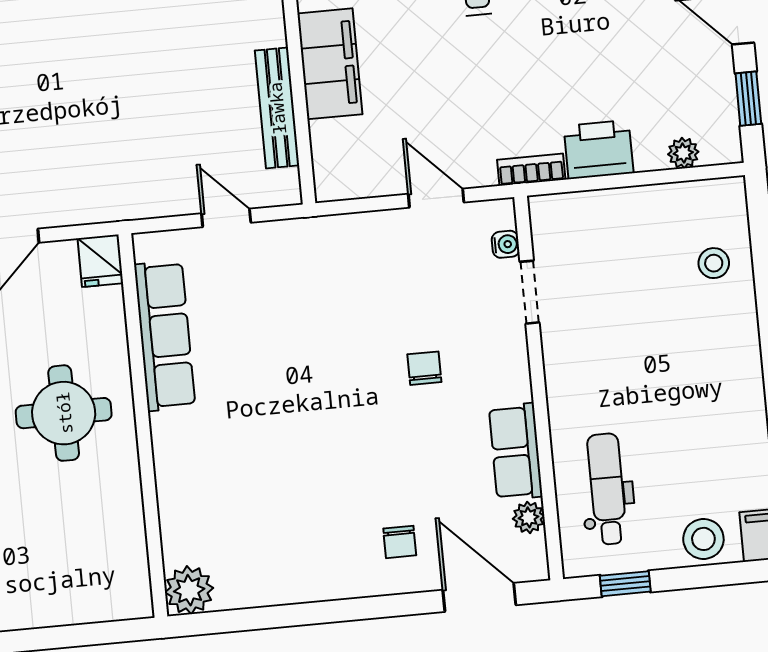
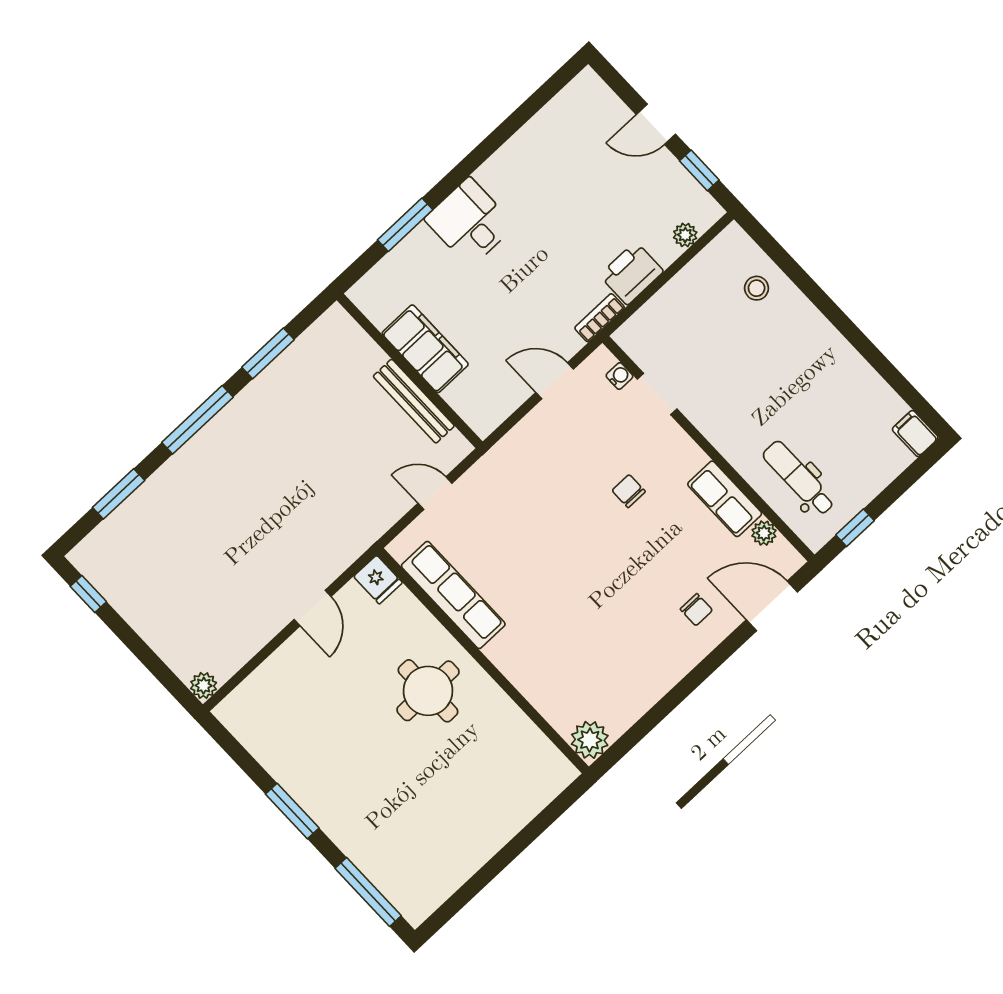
stool: (703, 539) -> (882, 463), removed

